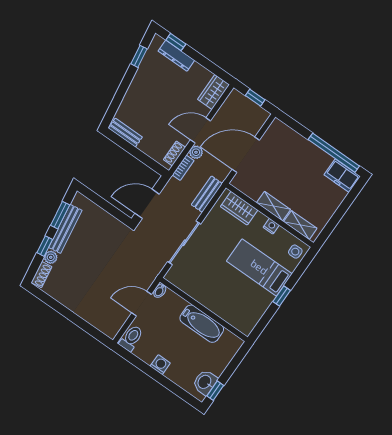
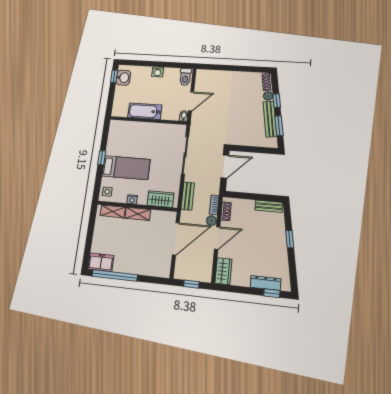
window: (139, 56) -> (290, 239), moved

